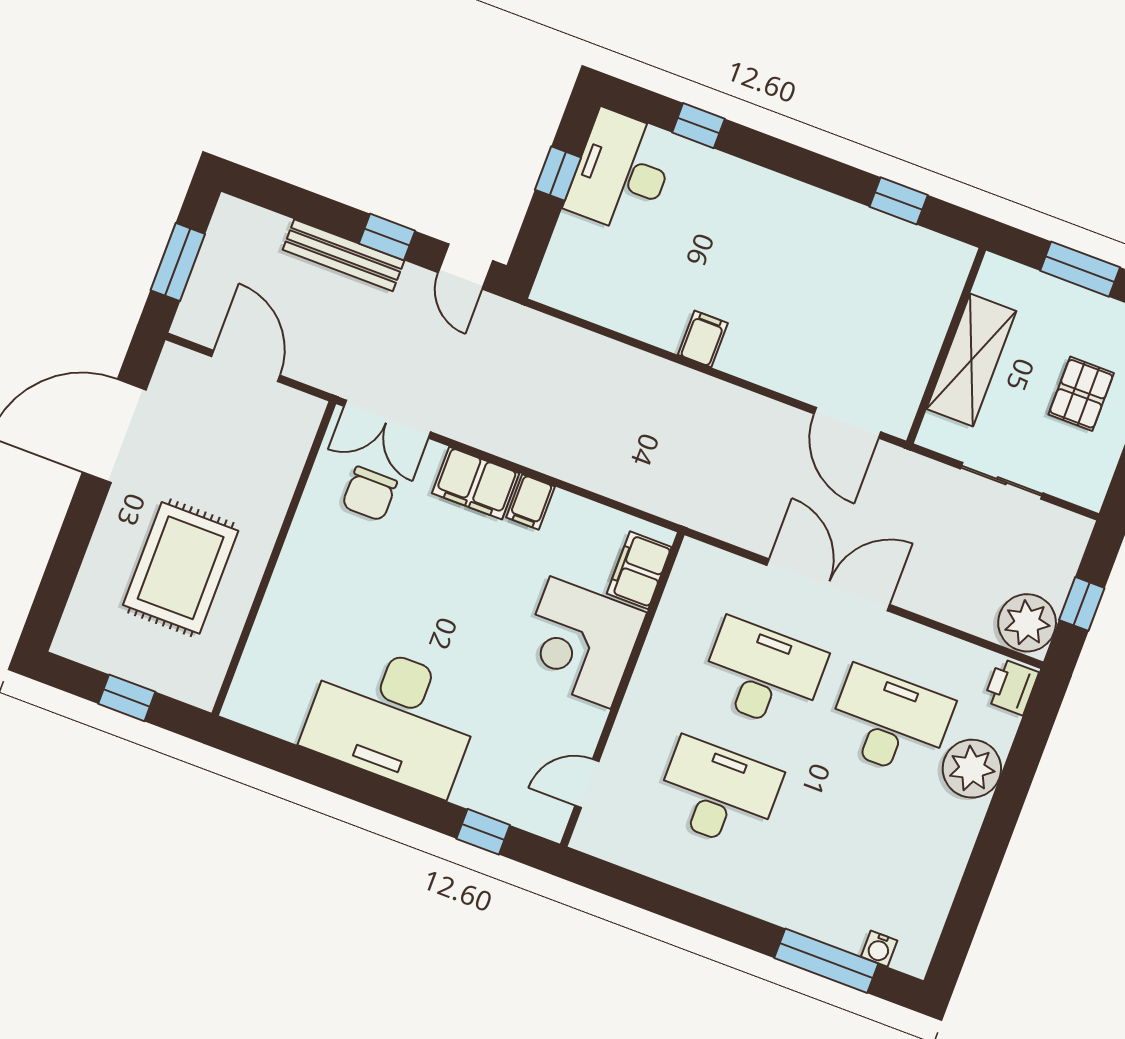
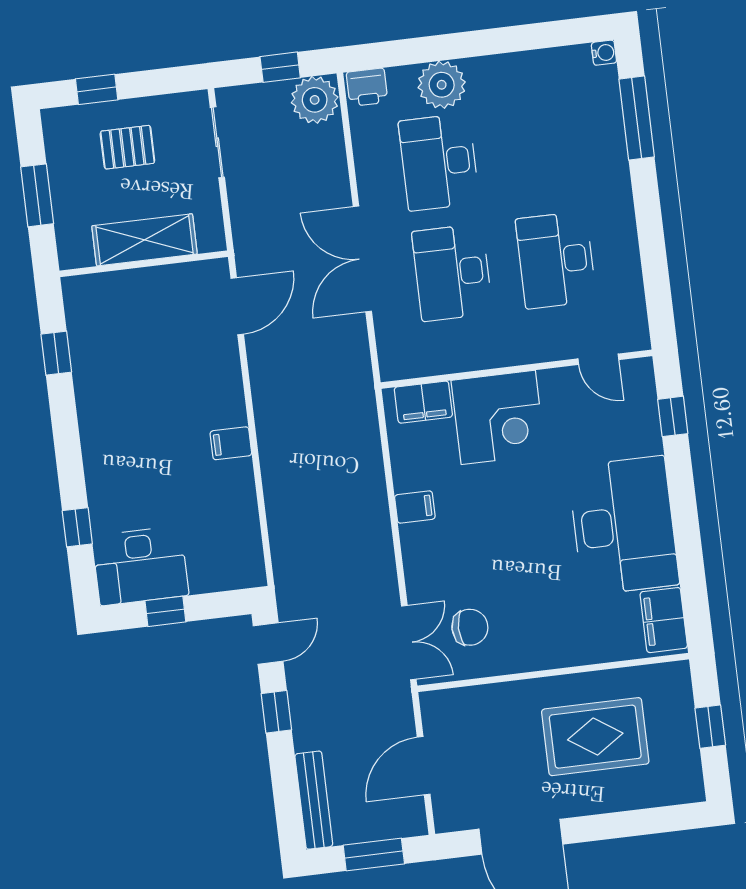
bench: (343, 255) -> (314, 800), moved
sliding door: (1002, 481) -> (217, 142), moved
filing cabinet: (476, 483) -> (664, 620), moved, turned 180
water cooler: (879, 949) -> (604, 53), moved

